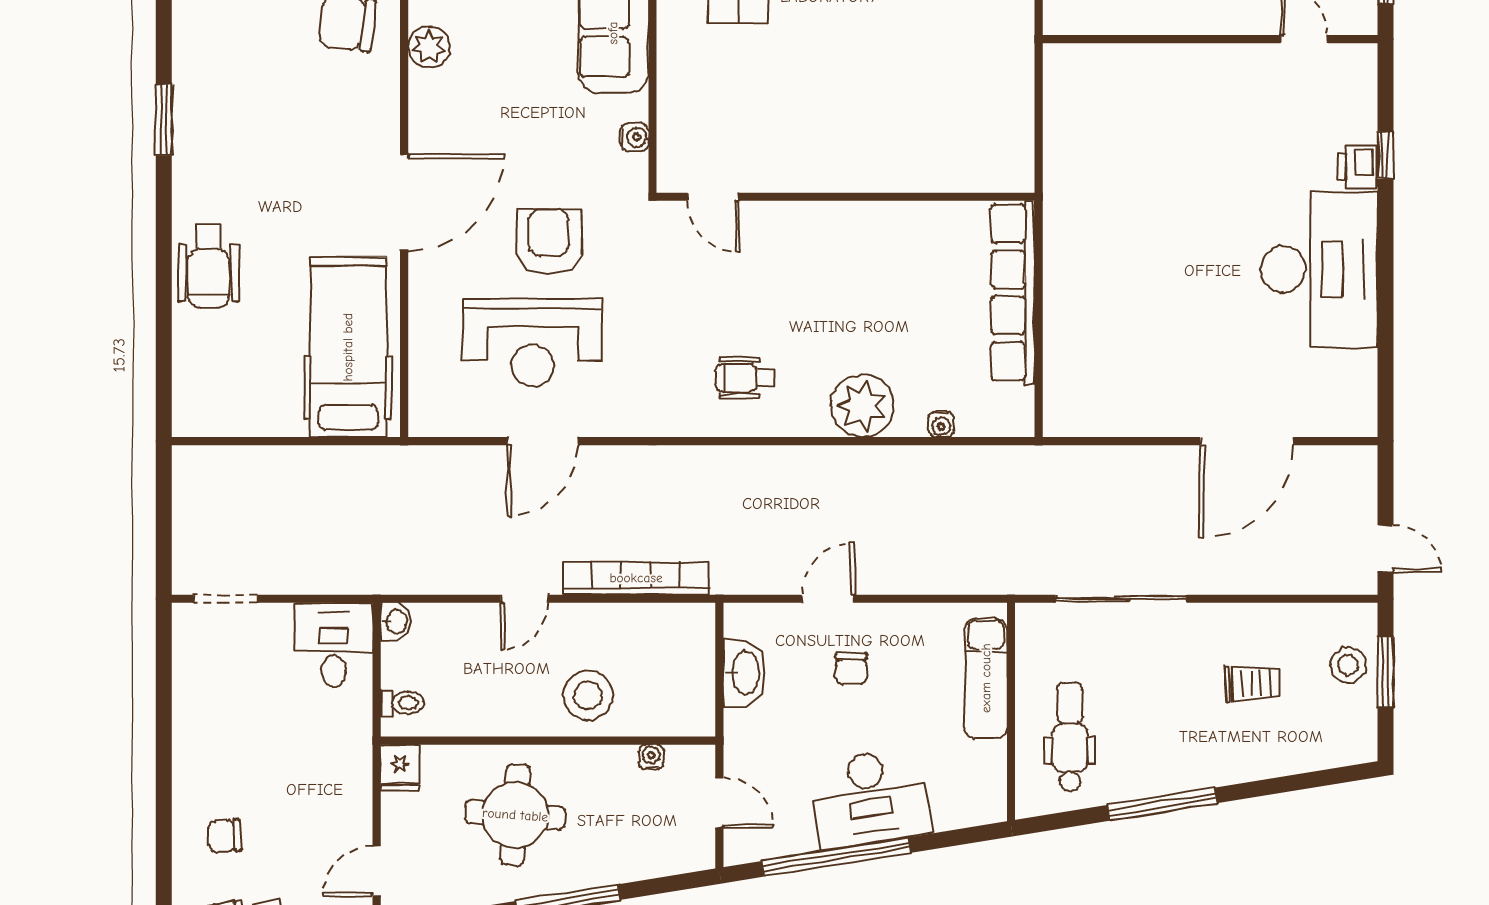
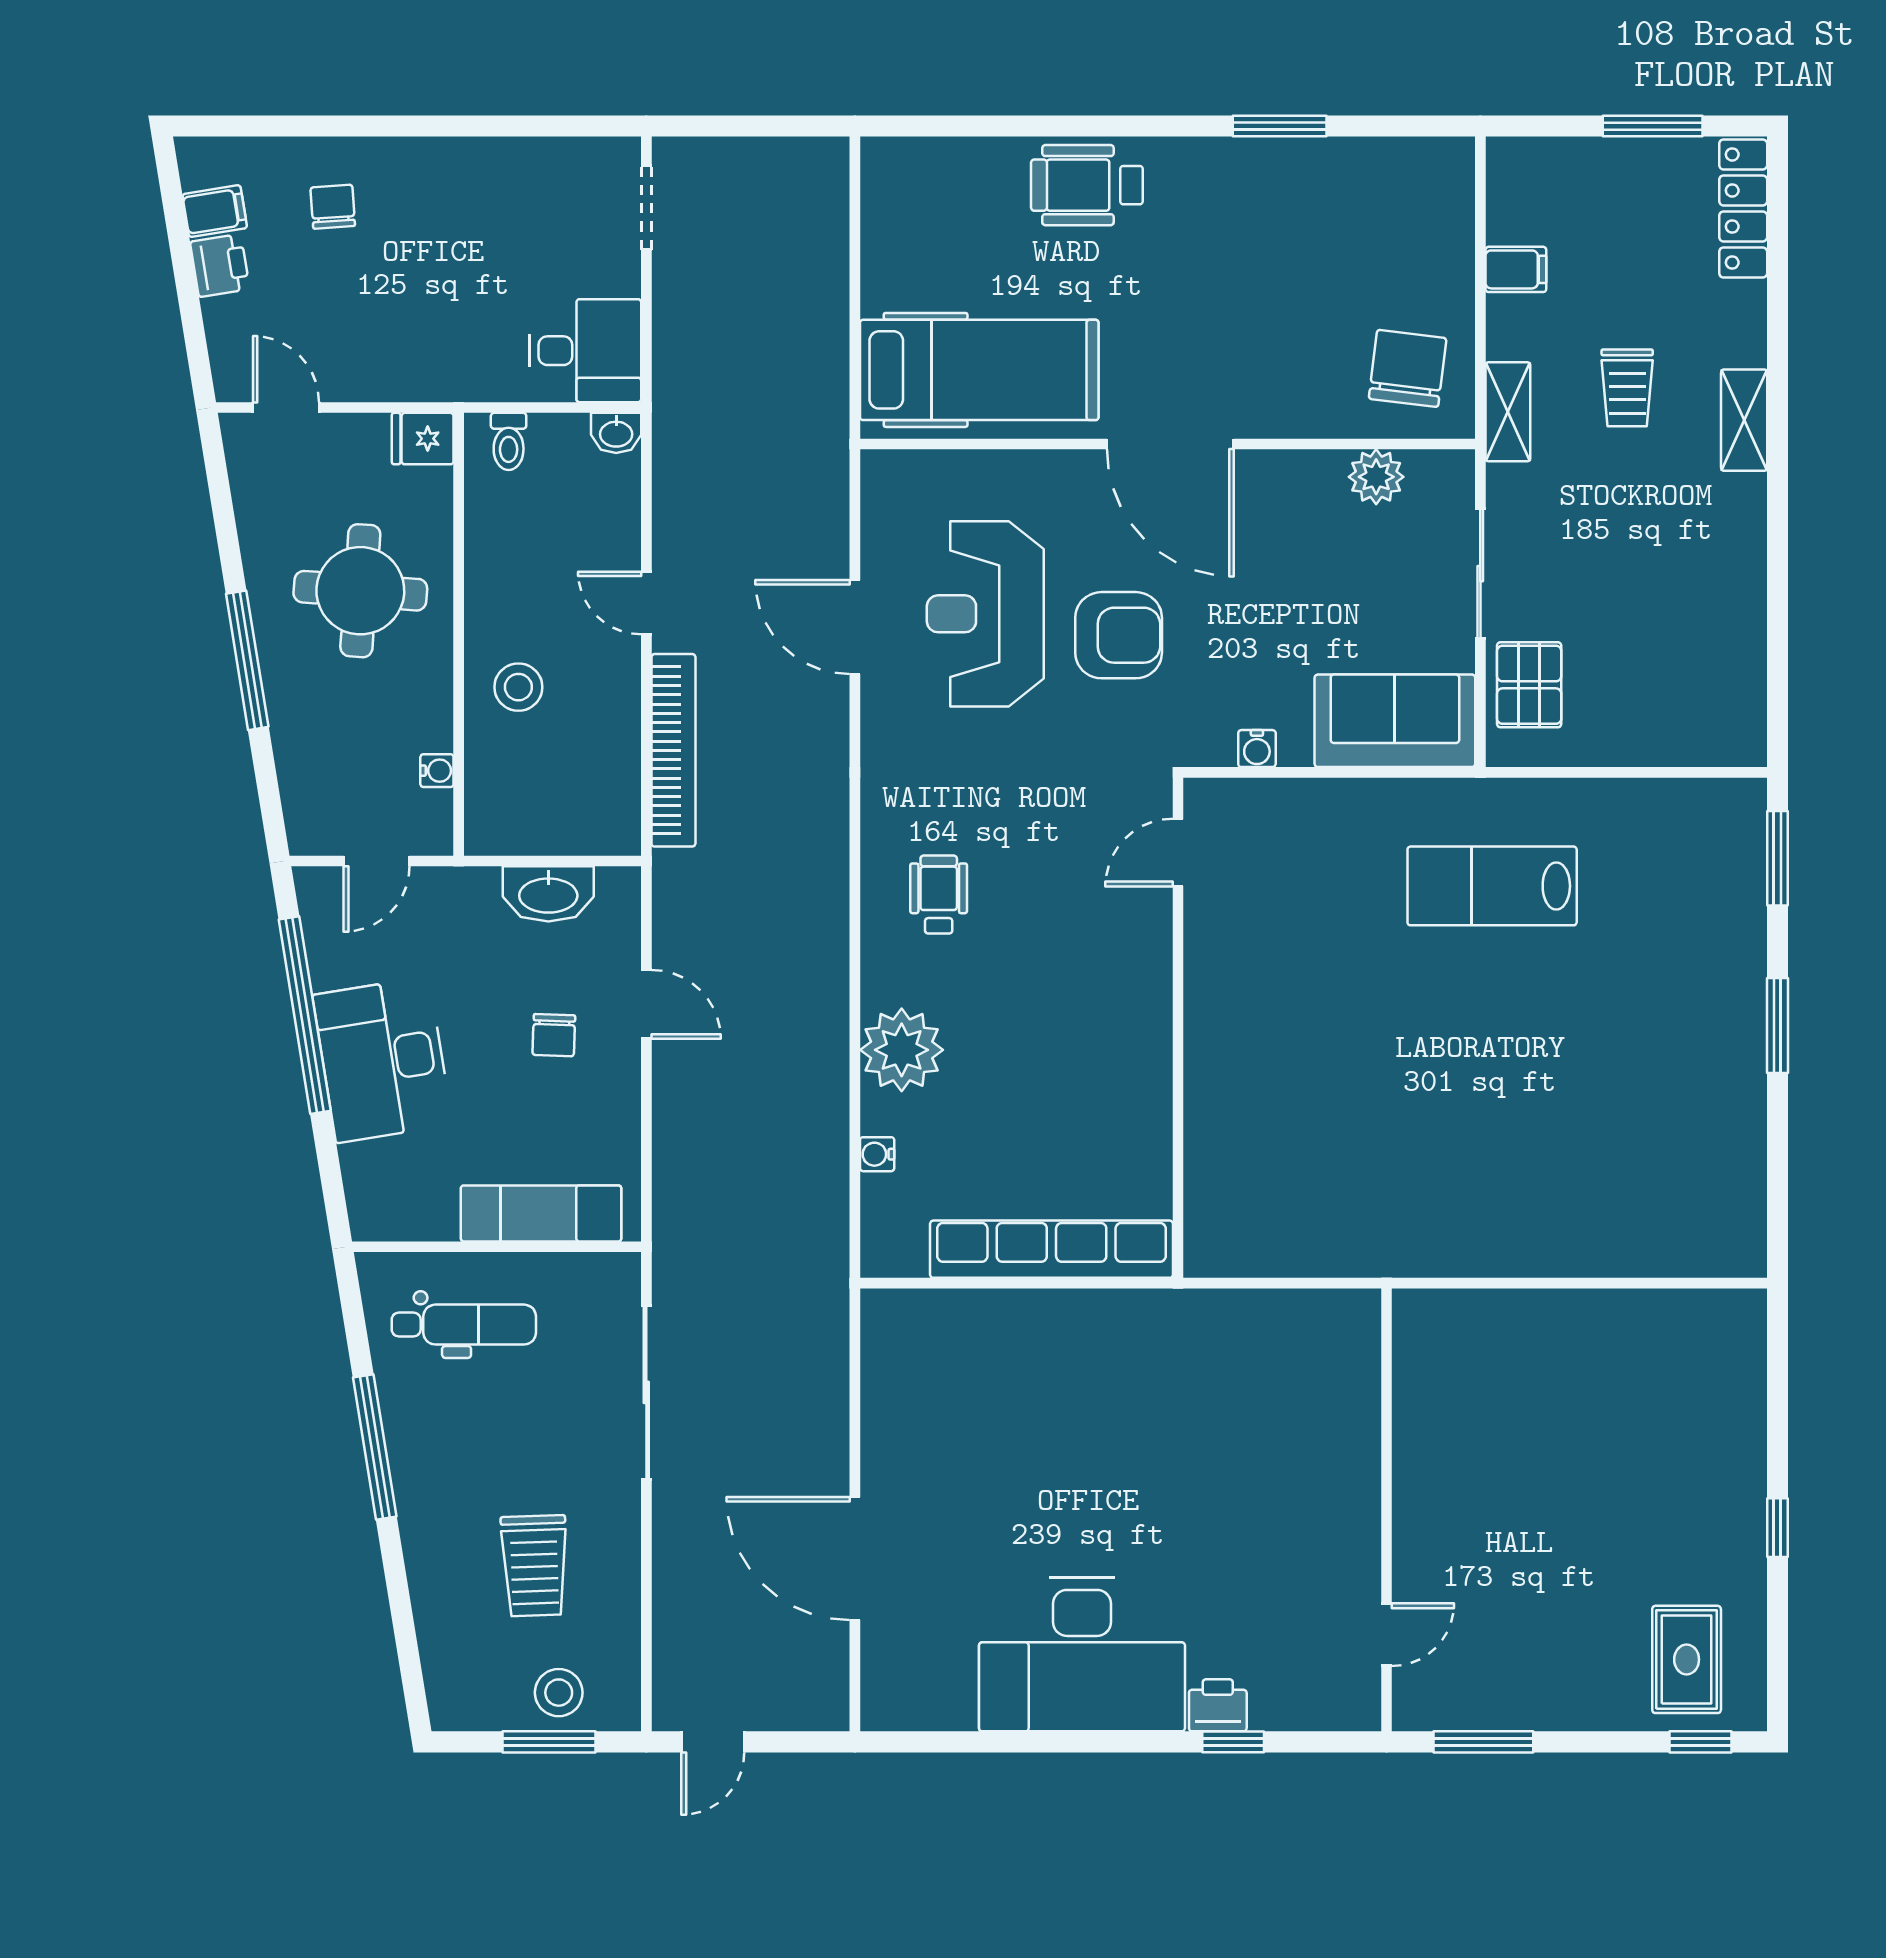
chair: (851, 669) -> (554, 1035), turned -88
trolley: (1252, 683) -> (534, 1566), width x1.36, depth x1.39
stool: (588, 695) -> (518, 687), width x0.73, depth x0.73

